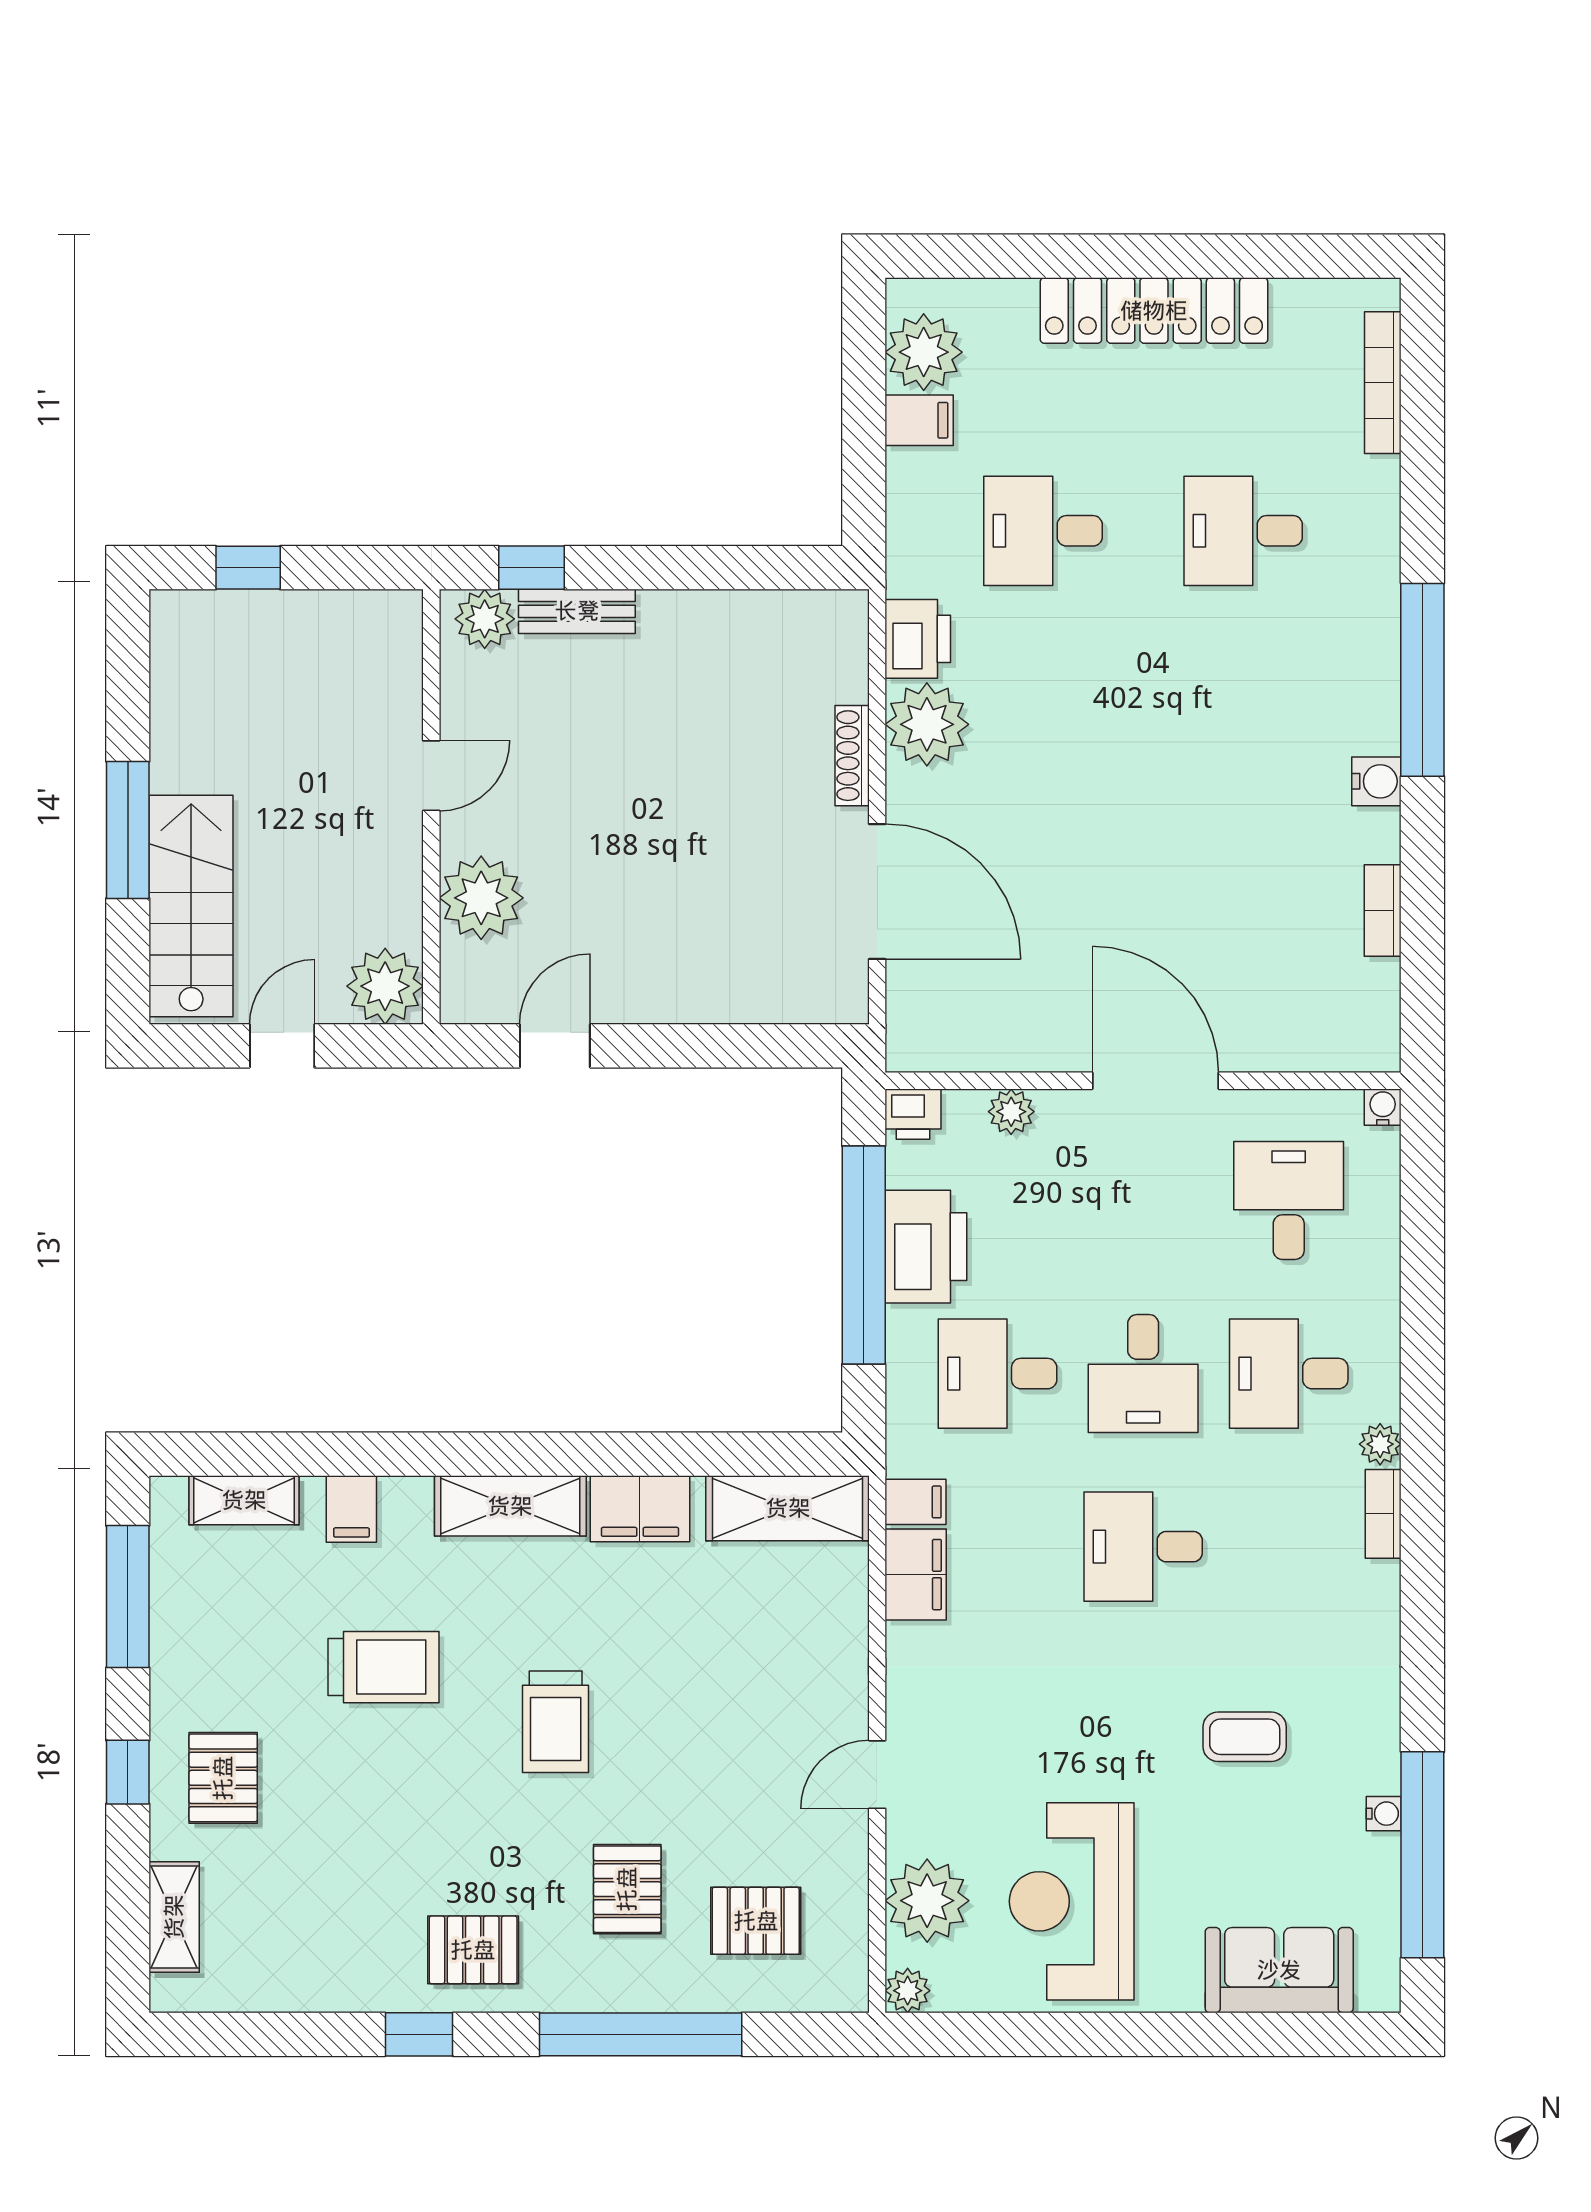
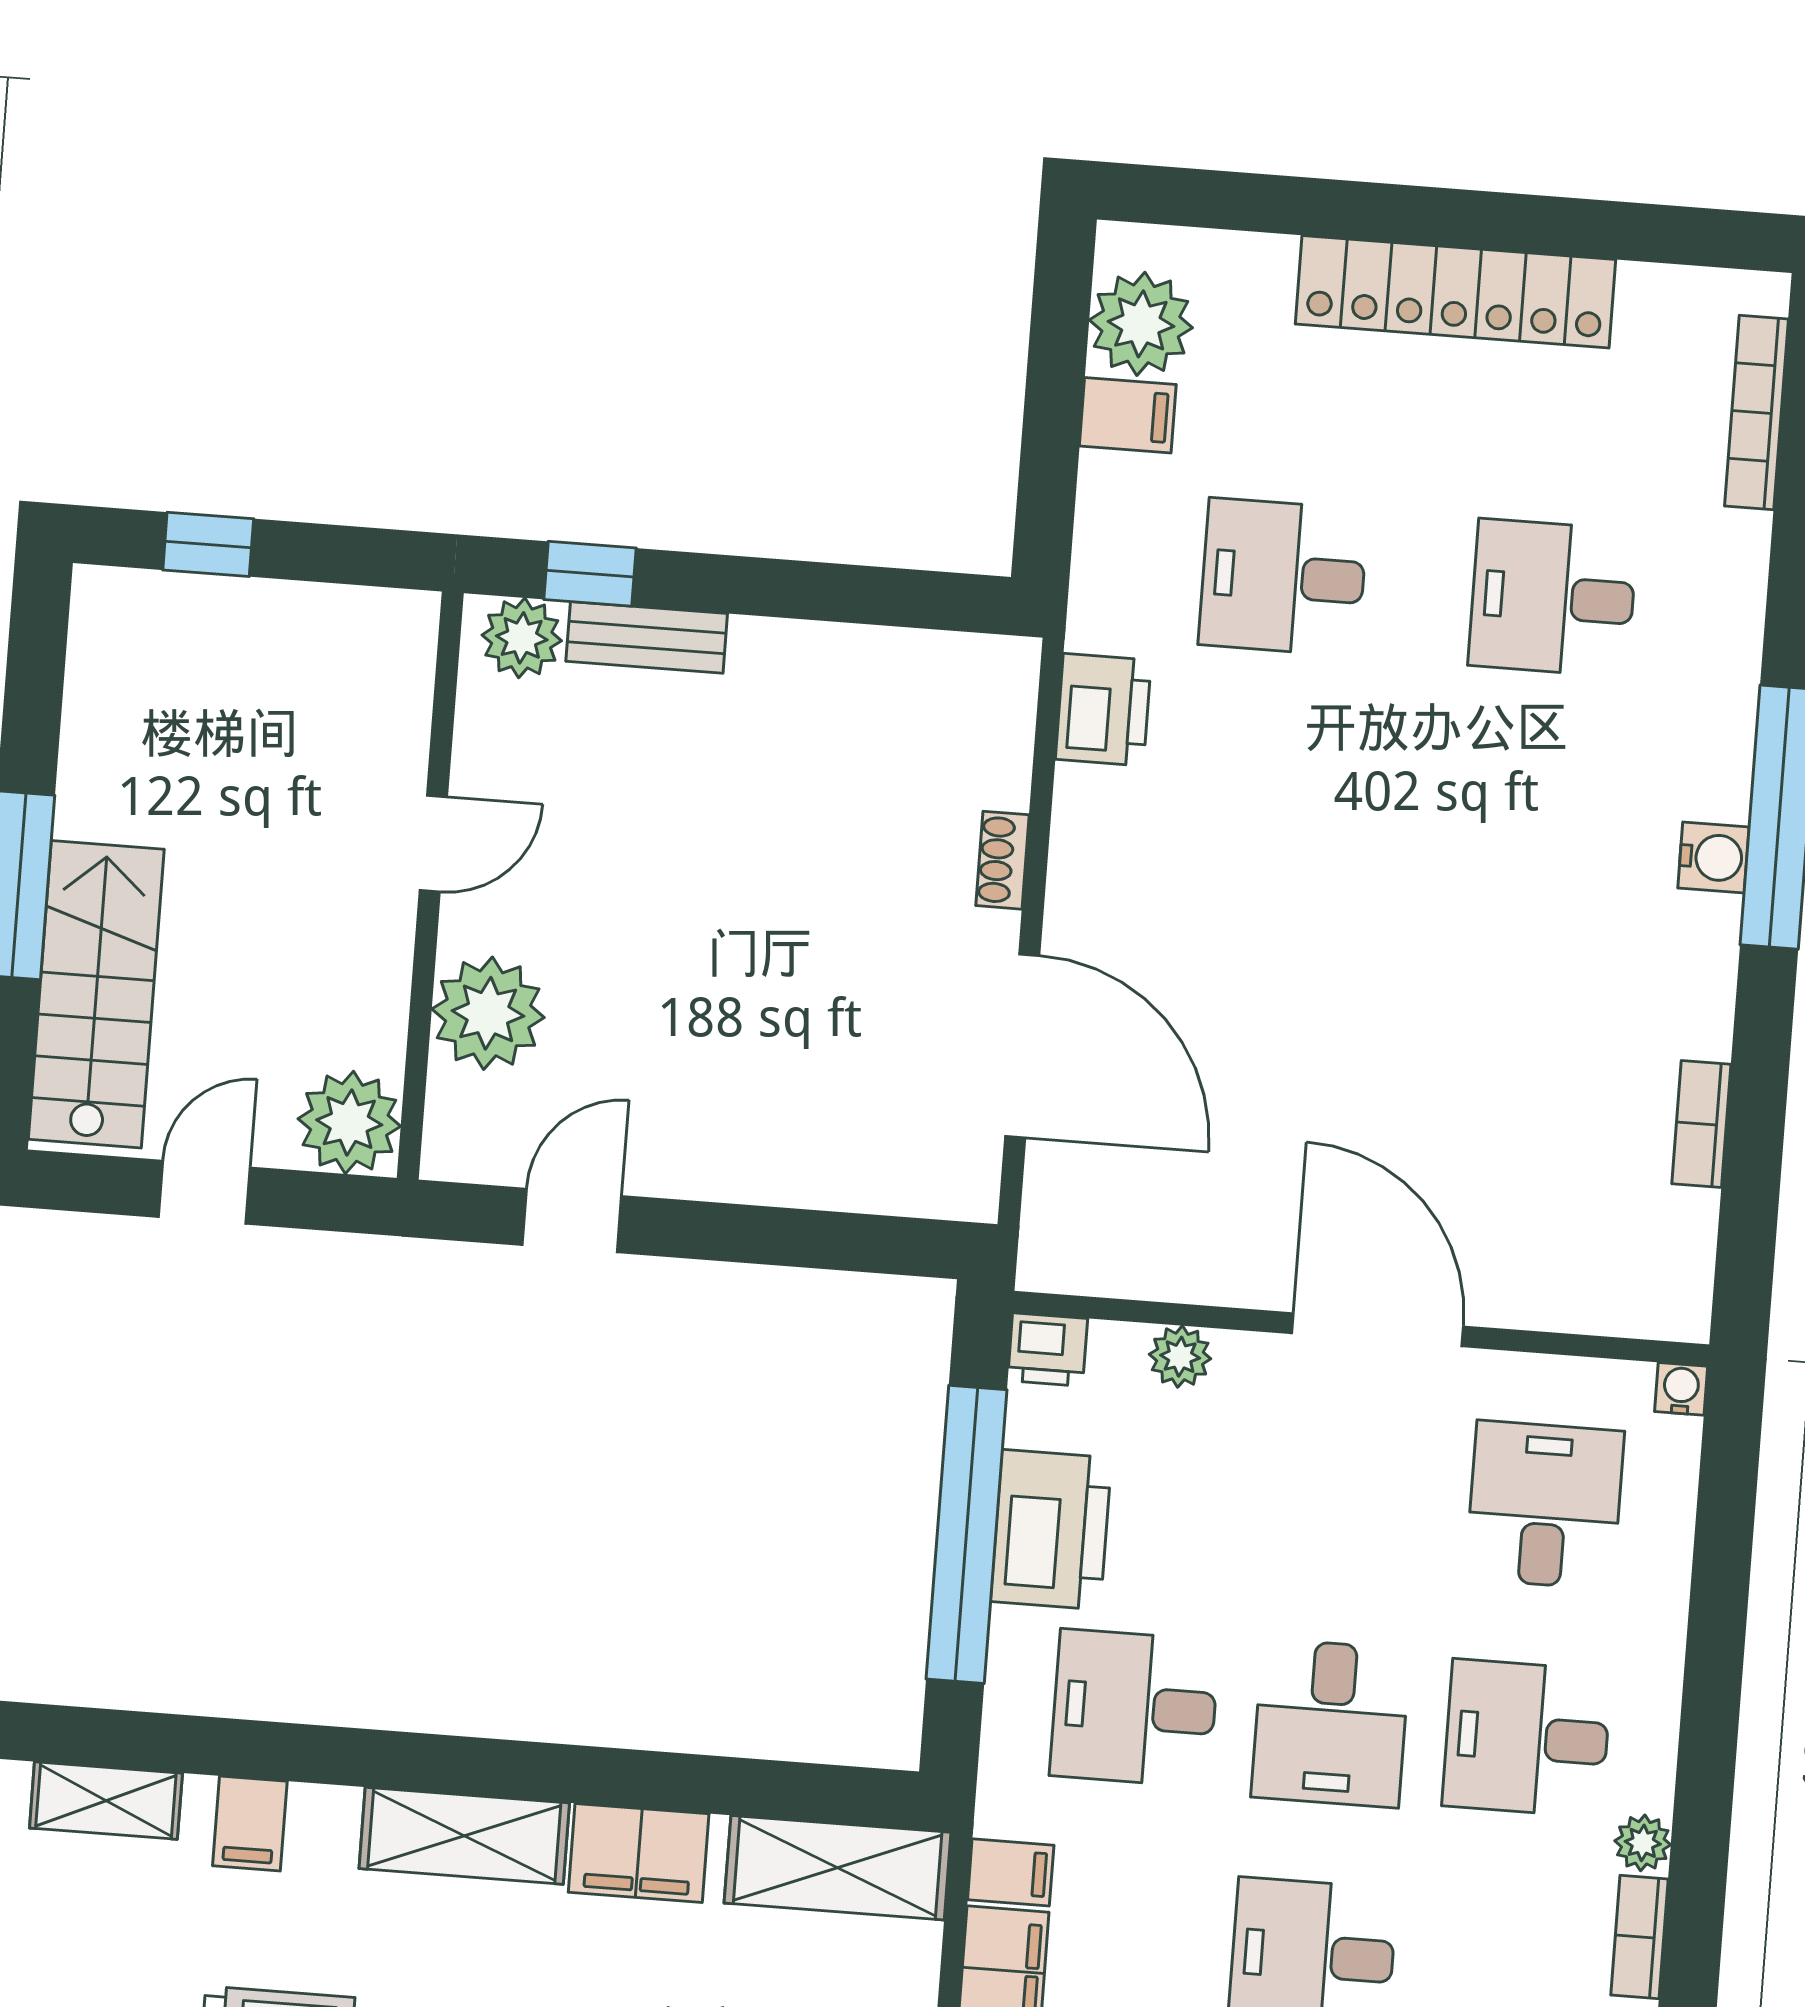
plant: (927, 724) -> (1107, 826), removed
shoe rack: (852, 756) -> (1003, 860), width x0.70
water cooler: (1376, 781) -> (1713, 857), moved

